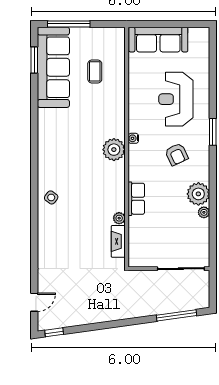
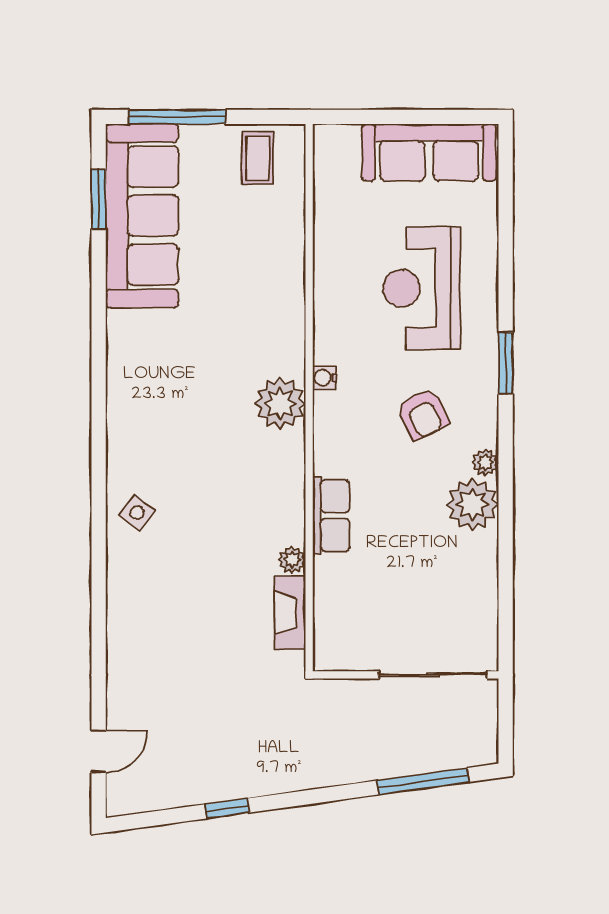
sofa: (158, 40) -> (429, 152), moved
coffee table: (95, 71) -> (258, 158), moved
plant: (204, 212) -> (485, 462), moved
window: (54, 332) -> (227, 808), moved

